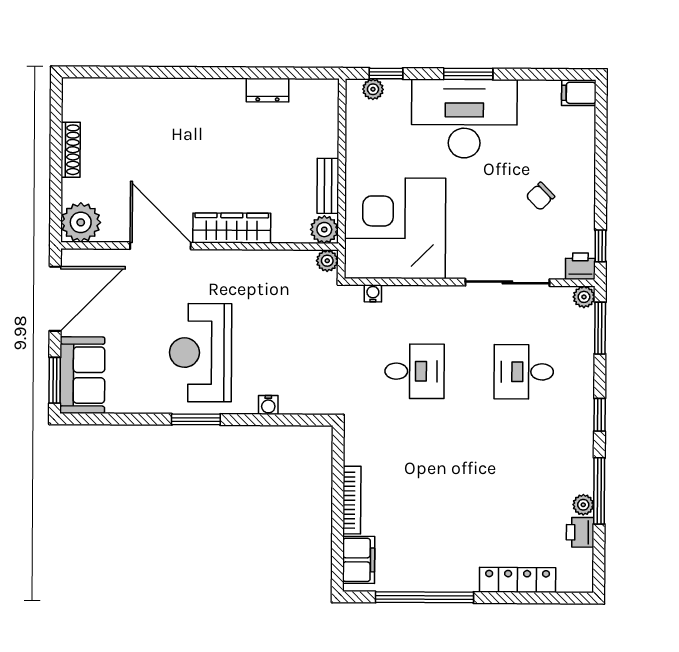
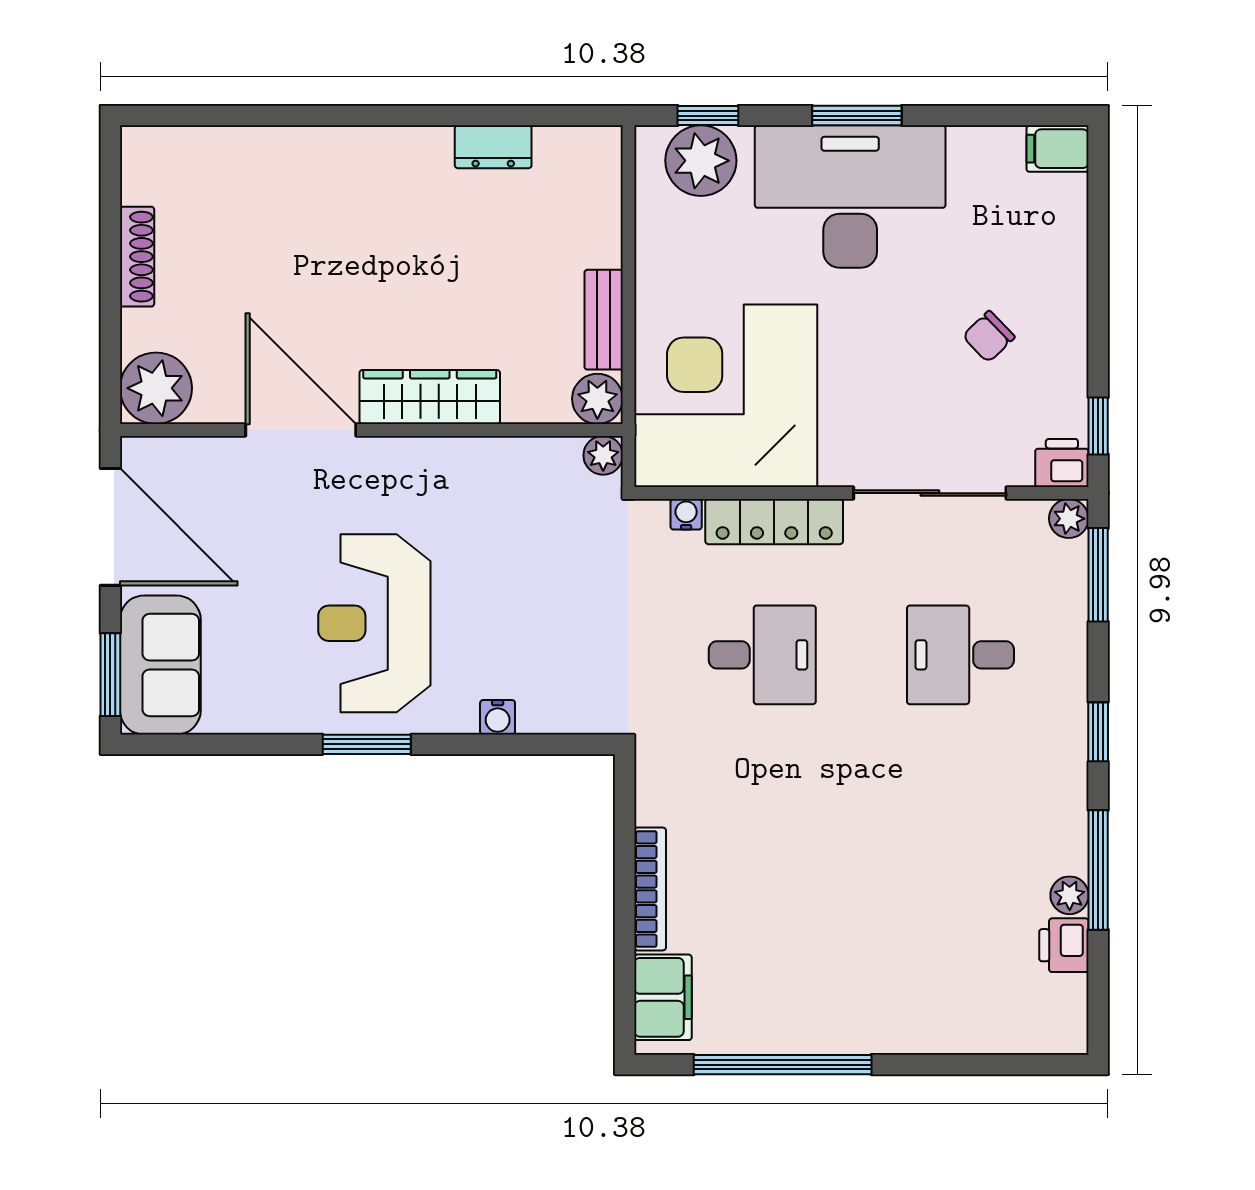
plant: (373, 89) -> (701, 161), width x1.88, depth x1.88
door: (55, 299) -> (110, 527), hinge flipped
locker: (518, 580) -> (774, 522), moved, turned 180

